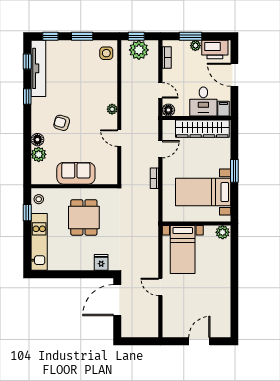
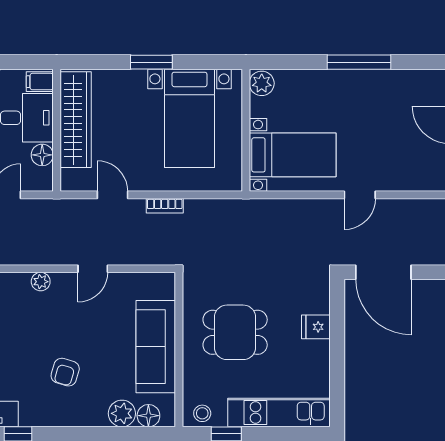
floor lamp: (168, 110) -> (42, 155), moved
floor lamp: (37, 140) -> (148, 416), moved
sofa: (76, 173) -> (156, 347), width x1.36
fridge: (101, 262) -> (316, 327), moved
window: (234, 286) -> (359, 62), added

